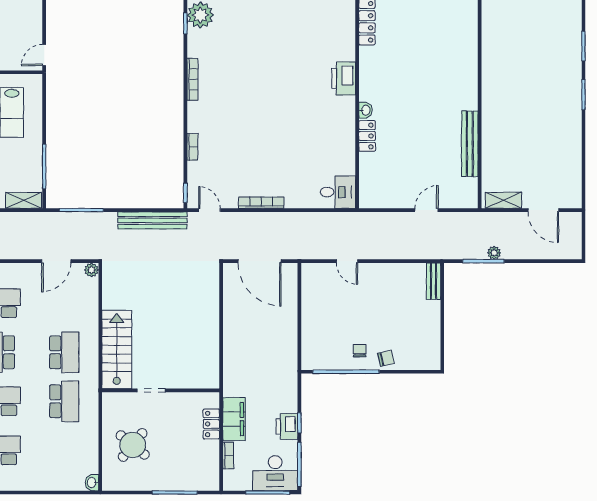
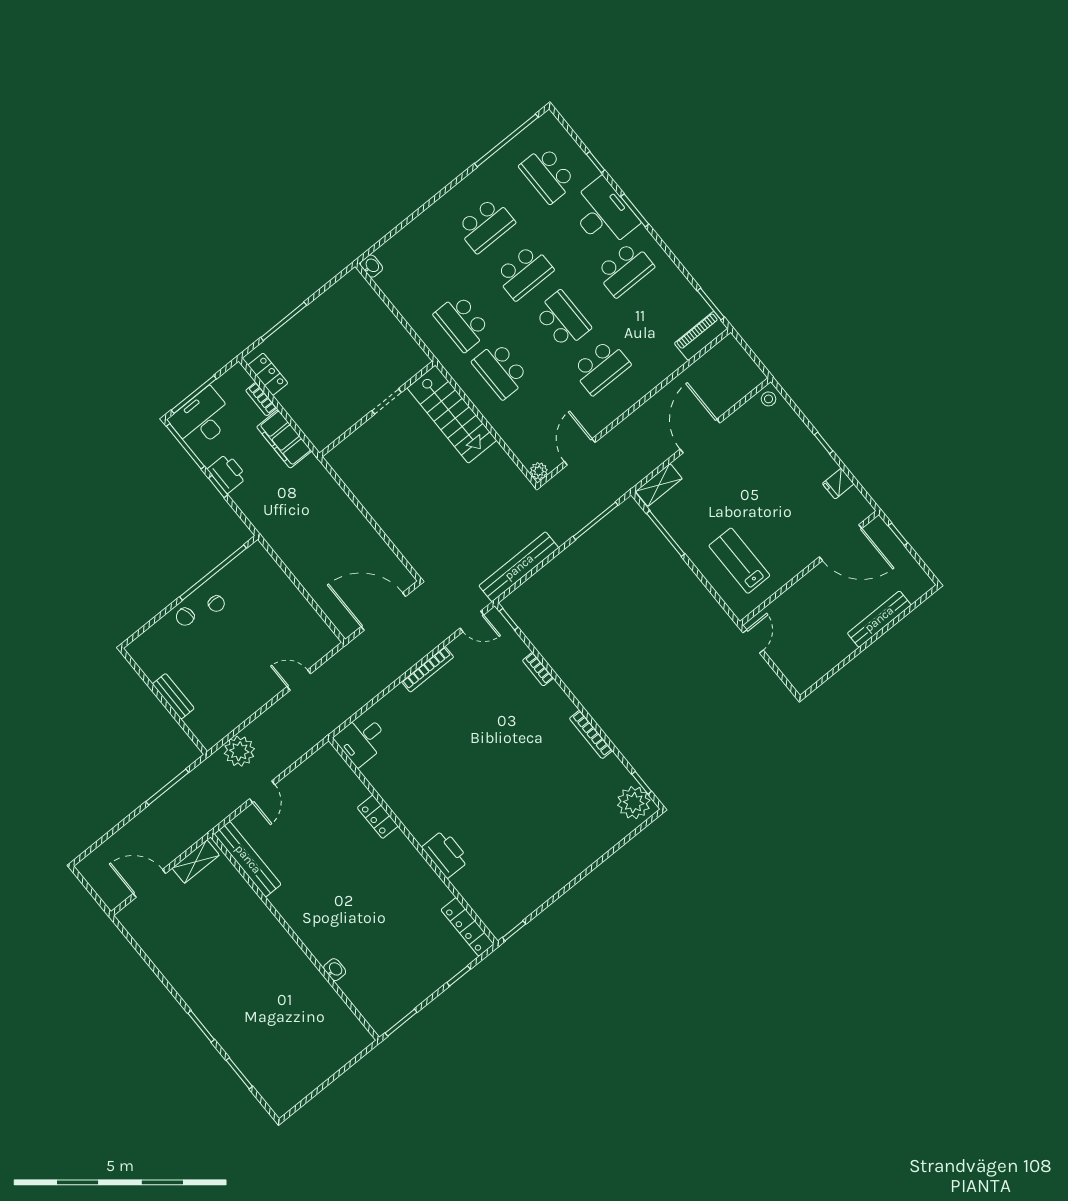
washbasin: (365, 110) -> (335, 970), moved, turned 180
bench: (470, 144) -> (248, 859), moved
plant: (494, 253) -> (239, 751), moved, width x1.88, depth x1.88
bench: (434, 281) -> (173, 696), moved
locker: (211, 424) -> (268, 374), moved
round table: (133, 445) -> (362, 334), removed

